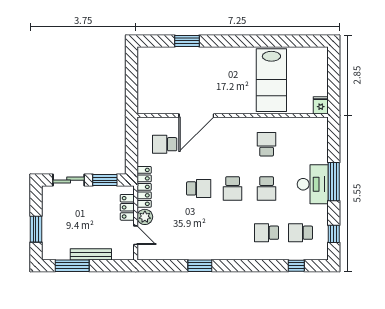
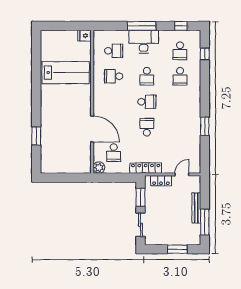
school desk: (300, 144) -> (114, 51), added
school desk: (267, 188) -> (147, 76), turned 90
plant: (145, 217) -> (99, 168), moved

